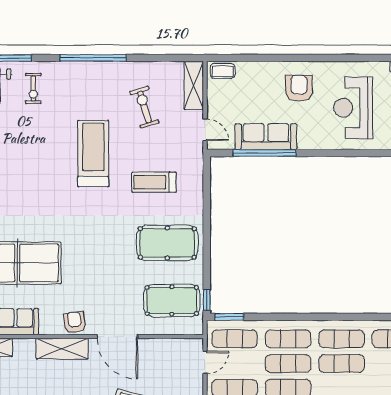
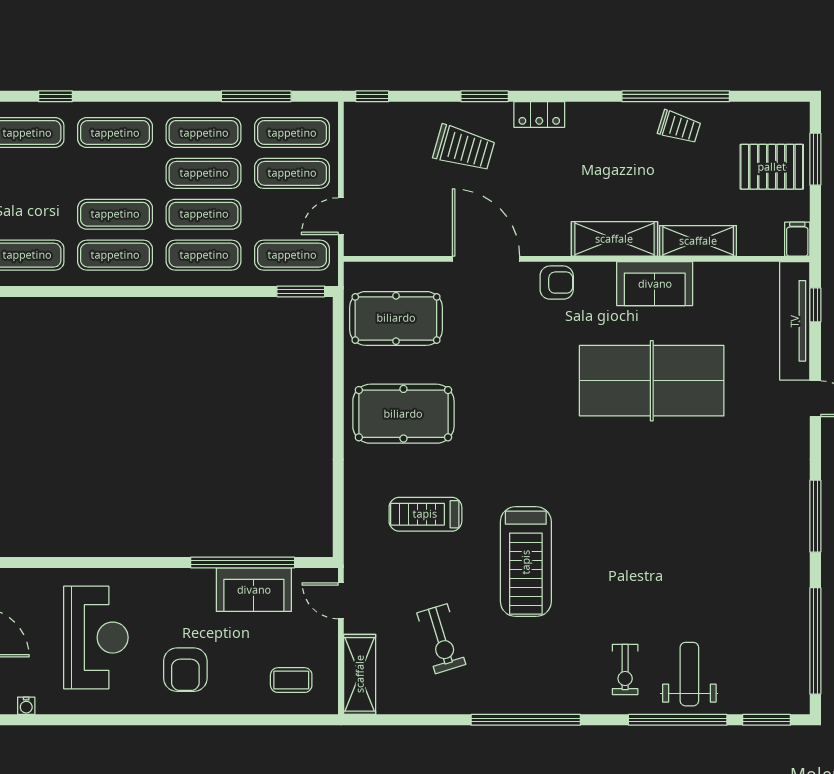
coffee table: (223, 71) -> (291, 680), moved
exercise bike: (33, 88) -> (625, 669), turned 180
sofa: (266, 137) -> (254, 590), width x0.73
treadmill: (154, 182) -> (425, 514), turned 180
window: (207, 300) -> (338, 319), removed
armchair: (75, 322) -> (557, 283), turned -82
shelving: (62, 349) -> (614, 239), moved

